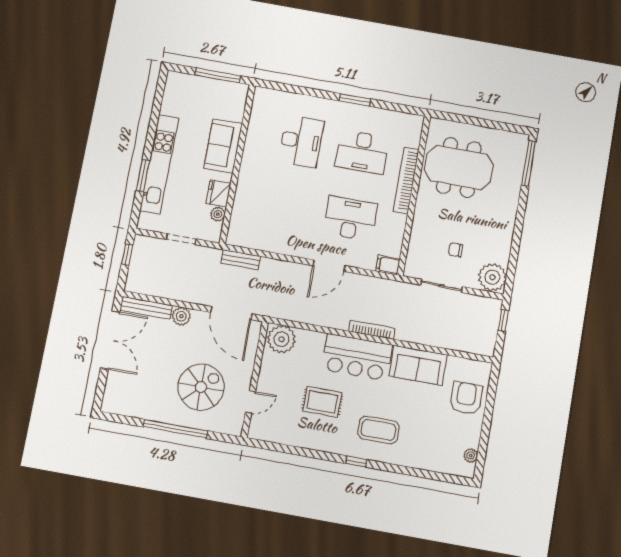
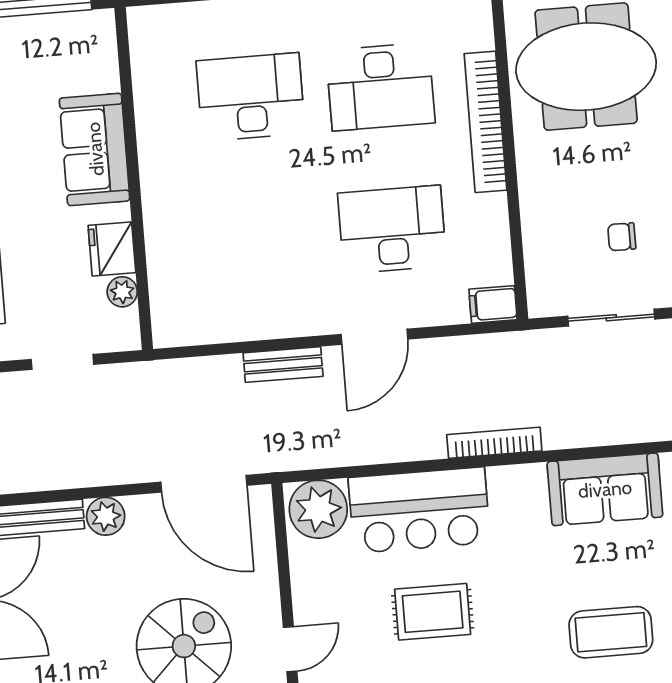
desk: (301, 141) -> (251, 97), turned -90
bench: (241, 260) -> (283, 365), moved
bar counter: (357, 357) -> (419, 510), moved
coffee table: (379, 430) -> (611, 632), moved

